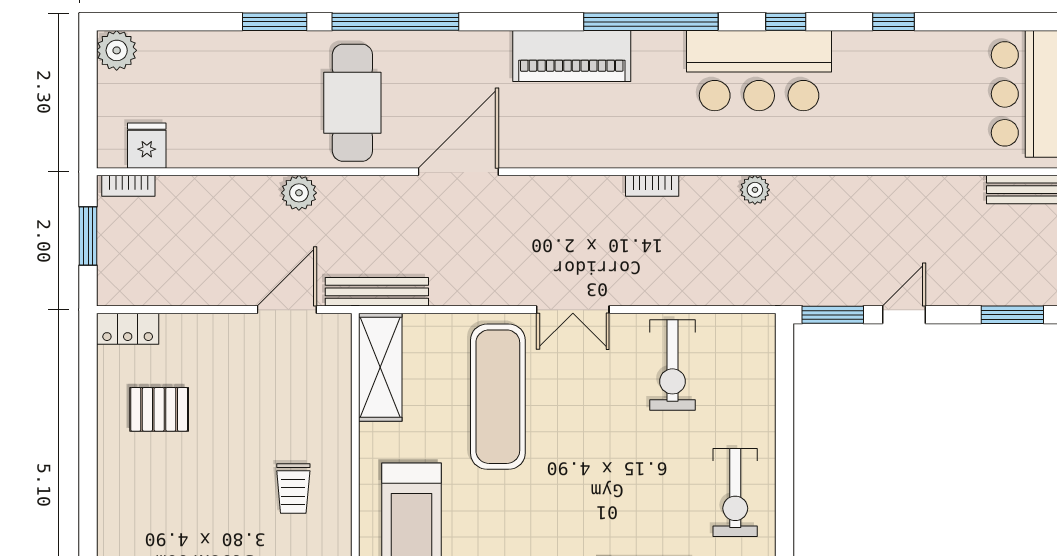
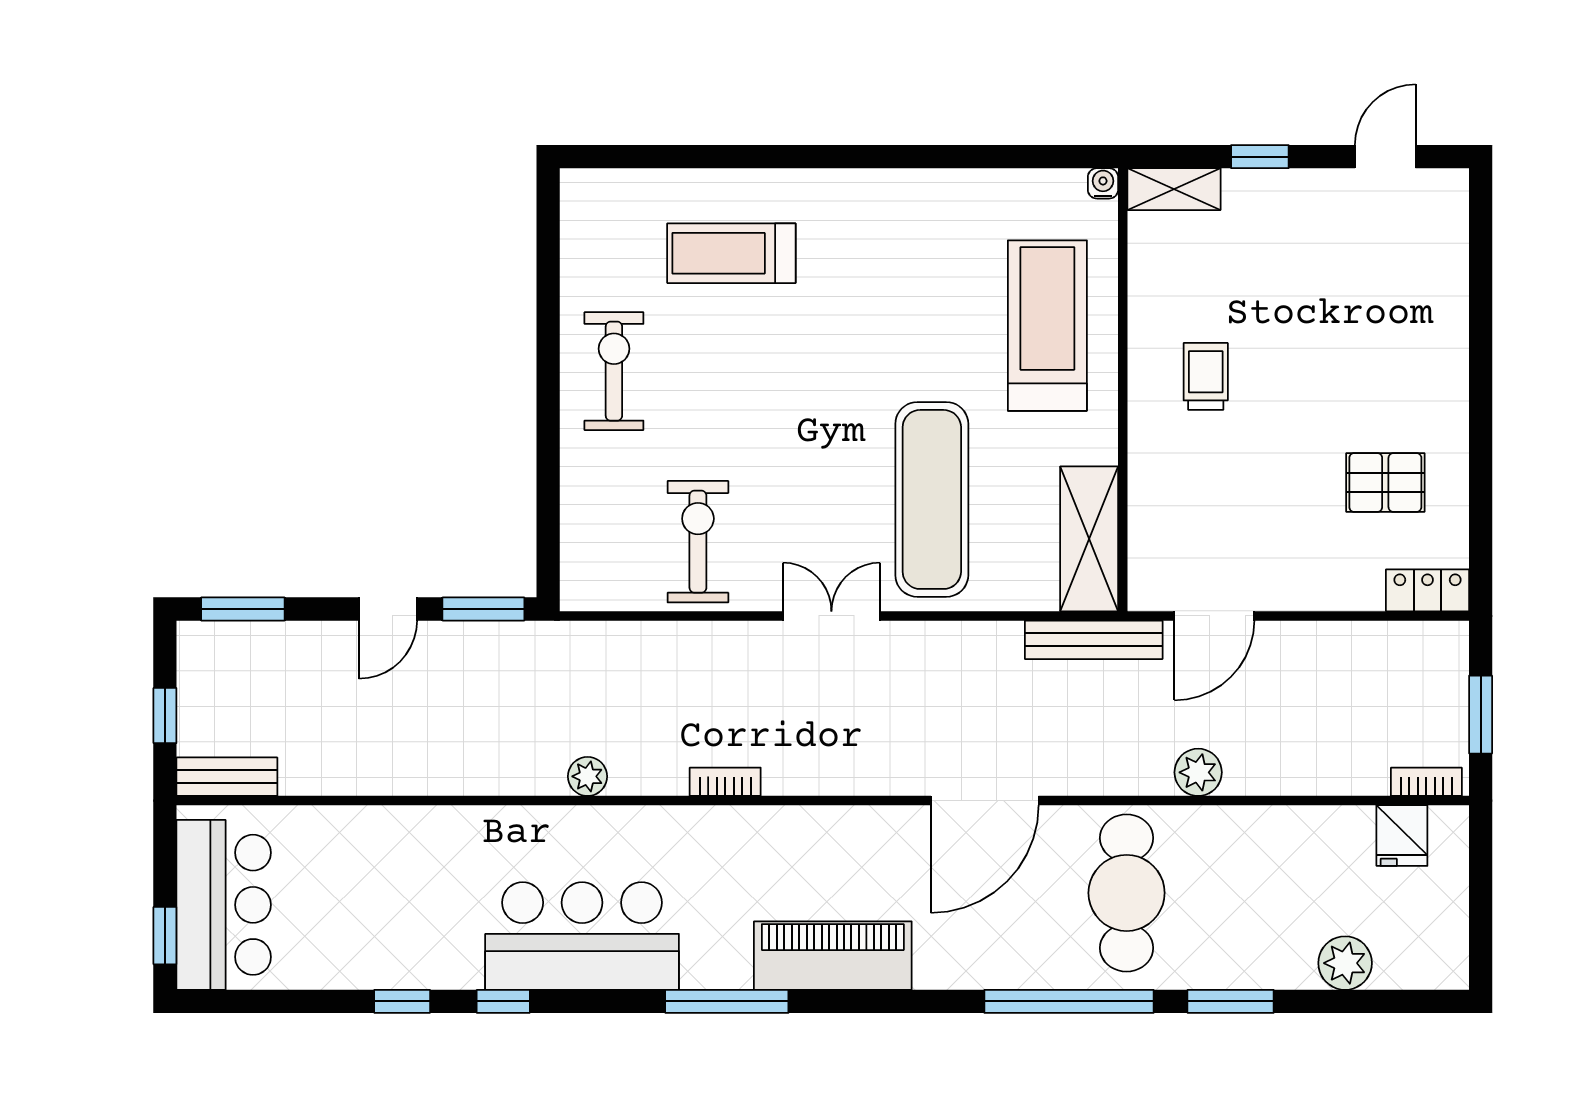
window: (651, 22) -> (727, 1001), width x0.68
window: (786, 22) -> (503, 1001), moved
plant: (117, 50) -> (1345, 963), moved

